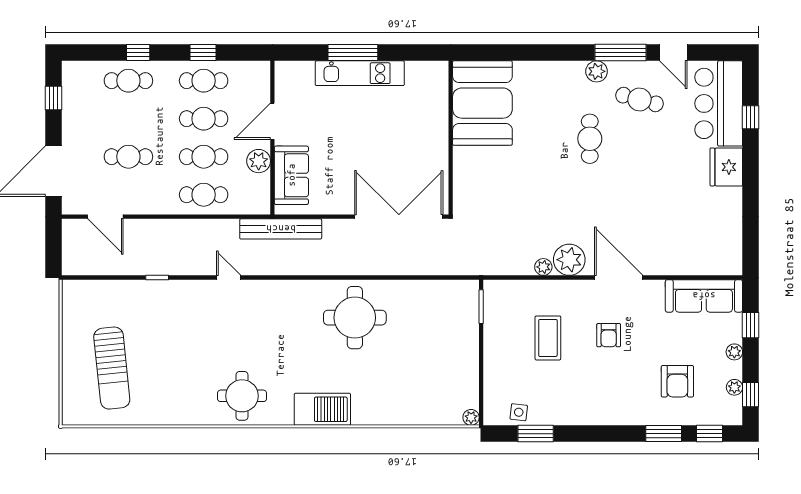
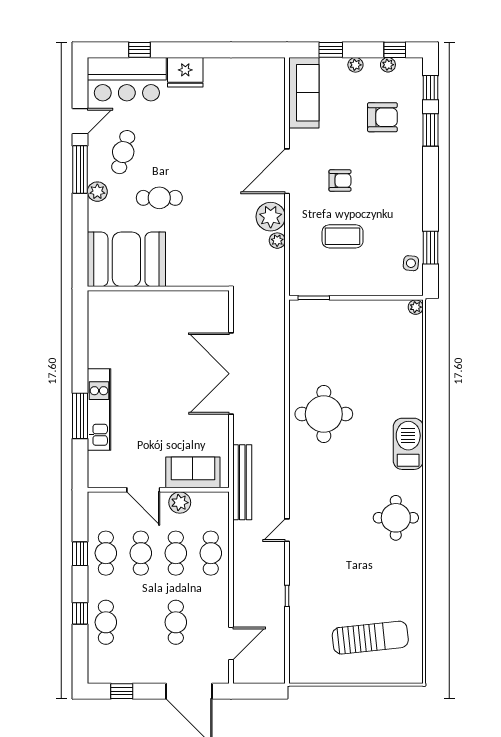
booth: (482, 103) -> (126, 259), moved
wall: (451, 138) -> (158, 289), moved

